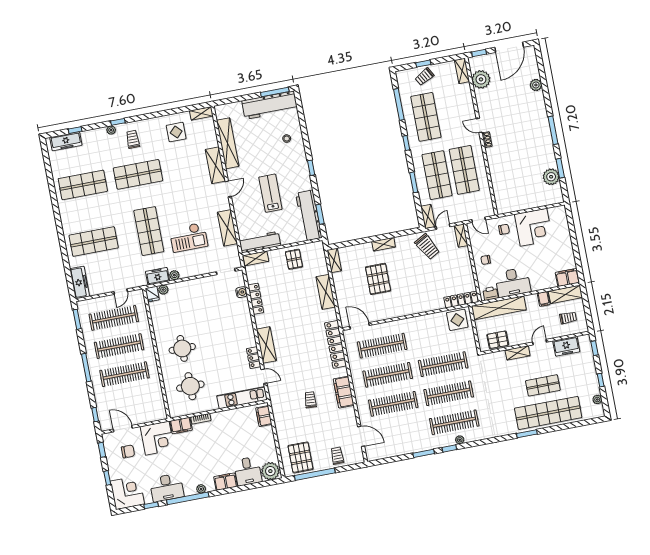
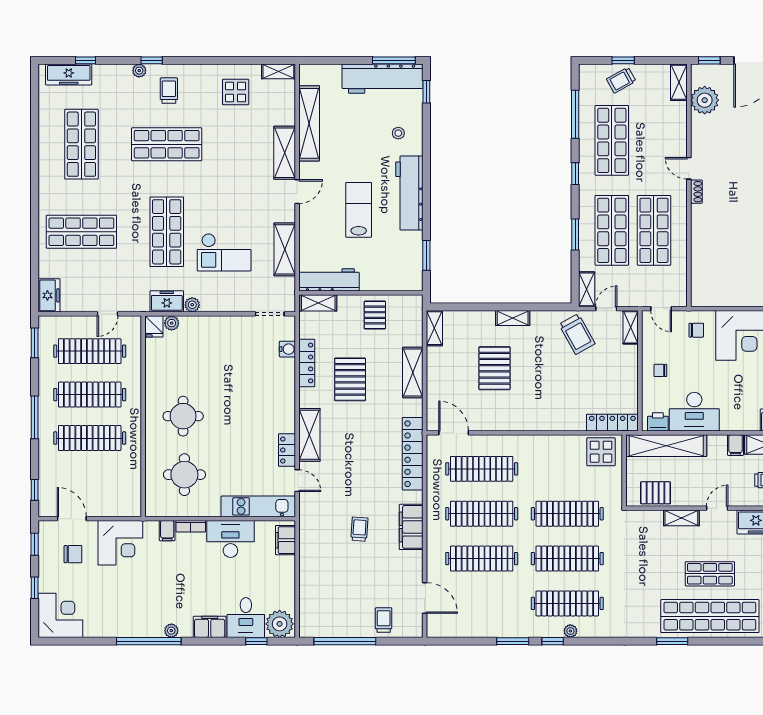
window: (311, 168) -> (426, 92), moved
shop shelf: (83, 185) -> (81, 144), turned 90
workbench: (309, 216) -> (409, 193), moved
freezer: (80, 282) -> (49, 295), width x0.71
filing cabinet: (181, 426) -> (167, 531), width x0.50
pallet: (301, 457) -> (350, 379), moved
desk: (167, 488) -> (230, 539), moved, turned 180
window: (151, 505) -> (256, 641), moved

